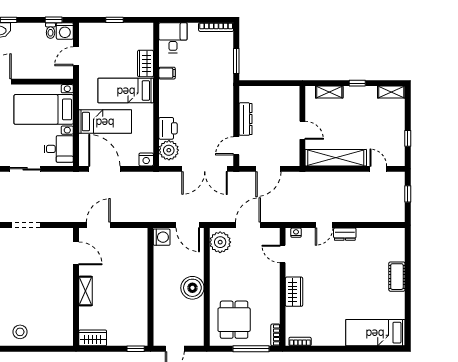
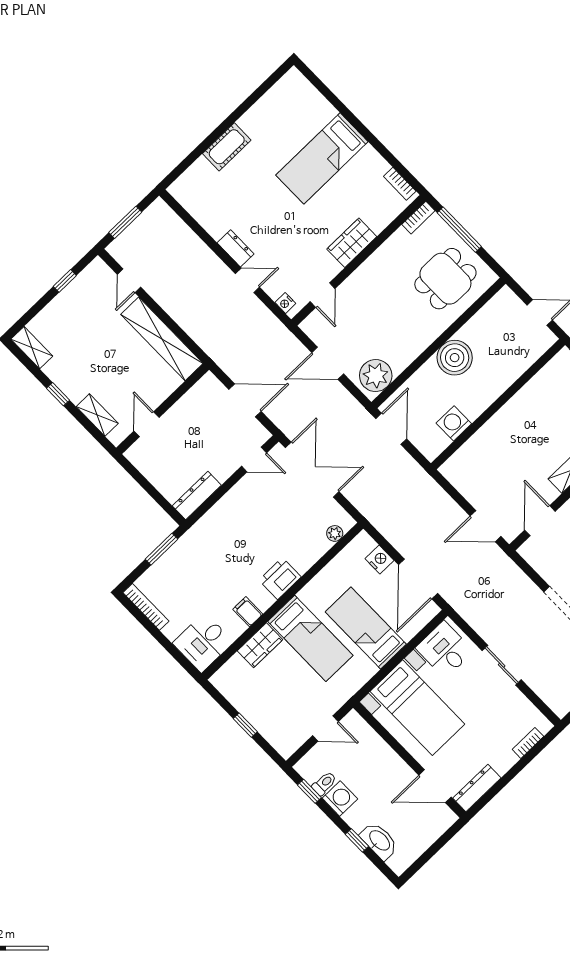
washing machine: (65, 31) -> (340, 799), moved
dresser: (245, 119) -> (197, 495), moved
printer: (168, 128) -> (280, 578), moved
door: (302, 130) -> (147, 424), moved
plant: (169, 150) -> (335, 533), width x0.53, depth x0.53
nightstand: (146, 159) -> (379, 559), moved
window: (408, 194) -> (125, 222), width x1.50
washing machine: (162, 237) -> (454, 423), moved
bed: (375, 333) -> (322, 158), moved, turned 90

